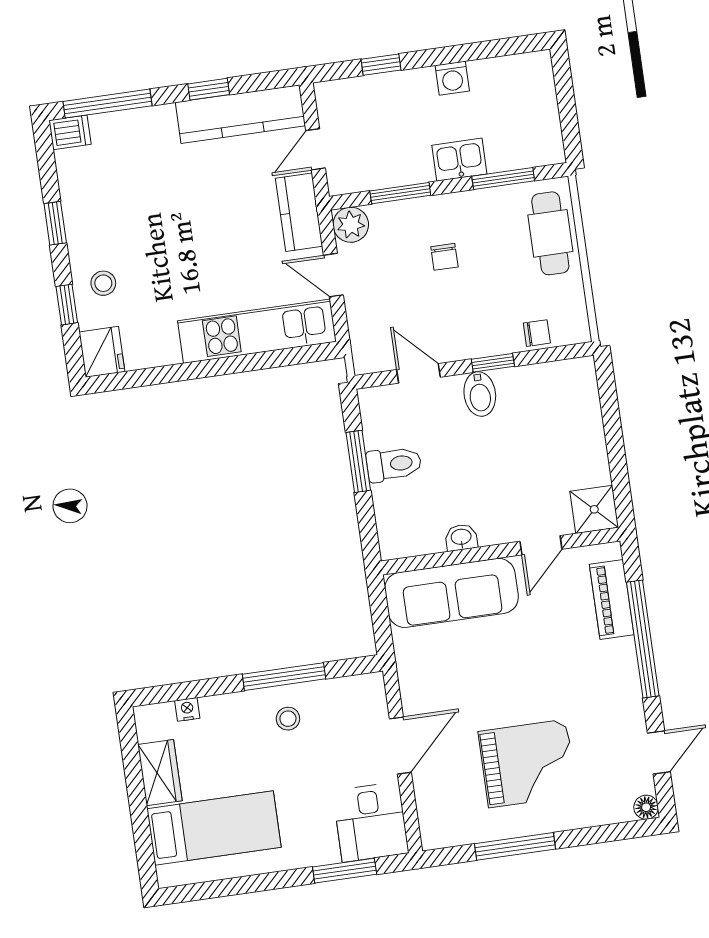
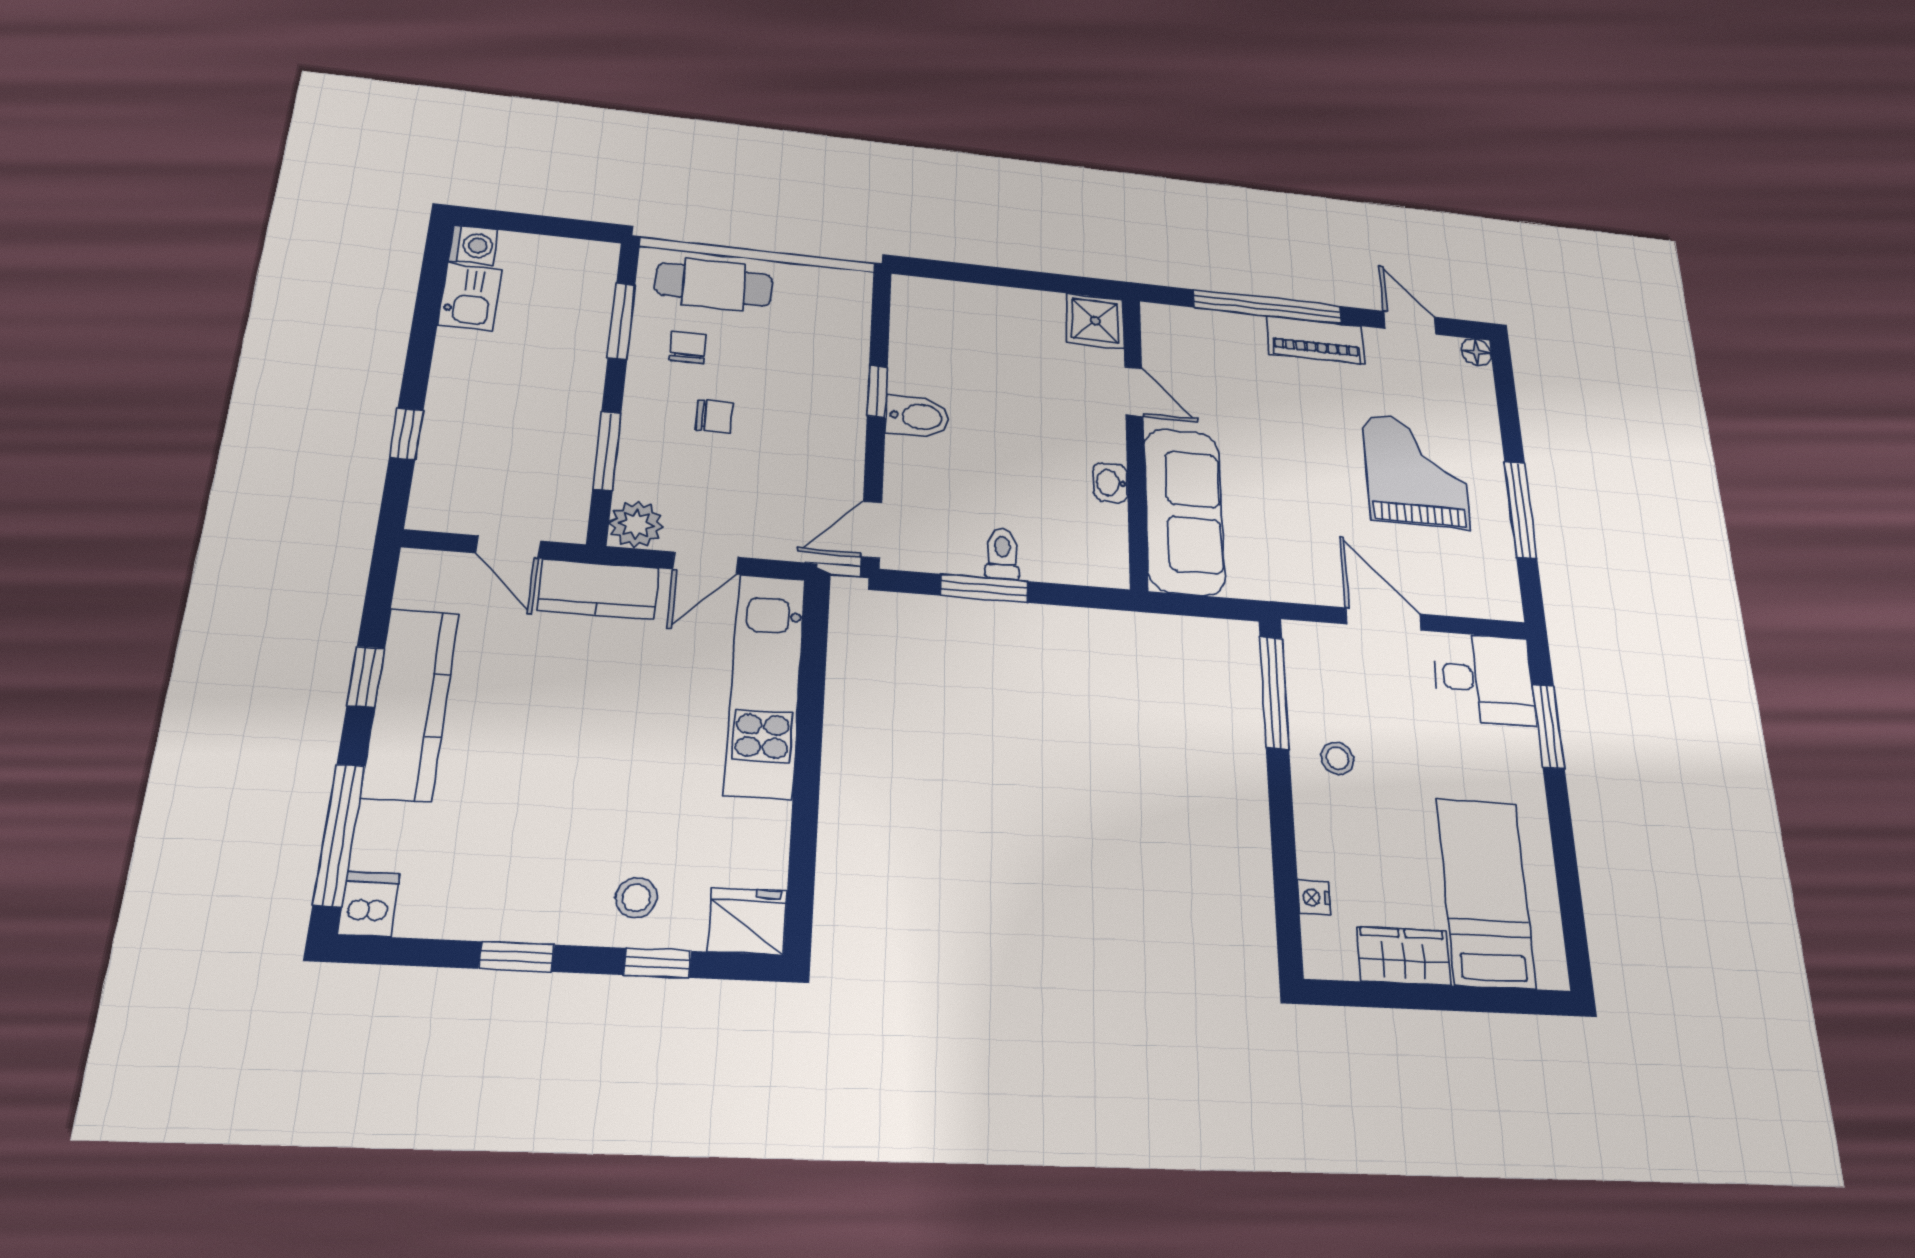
washing machine: (452, 78) -> (473, 245), moved
kitchen counter: (240, 114) -> (411, 704), moved
kitchen sink: (459, 160) -> (470, 297), moved, turned 180
chair: (537, 333) -> (688, 347), moved
door: (418, 373) -> (872, 530), moved
toilet: (394, 464) -> (1002, 554), width x0.73, depth x0.72
piano: (612, 600) -> (1316, 340), moved
window: (284, 677) -> (1274, 692), moved

